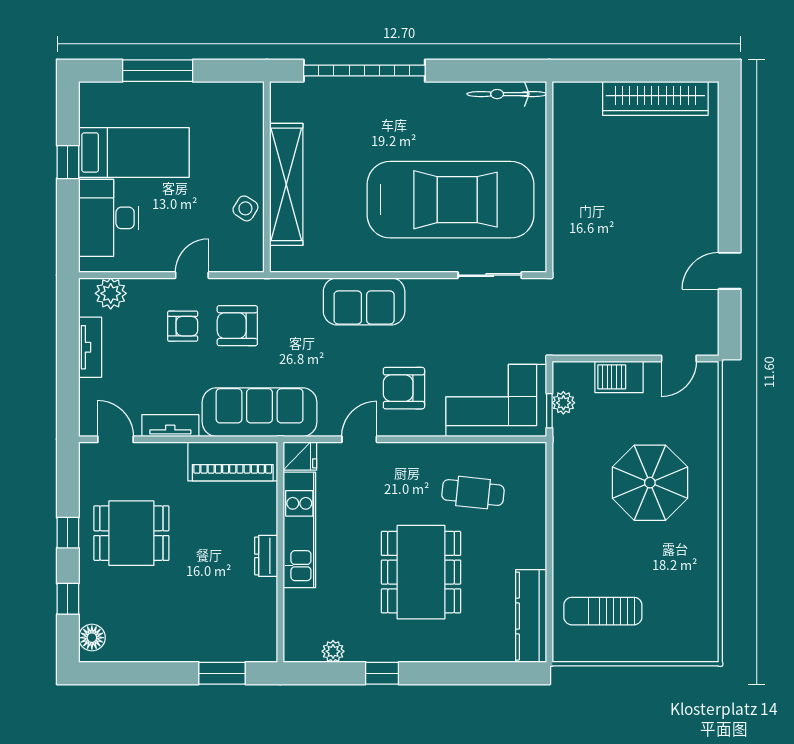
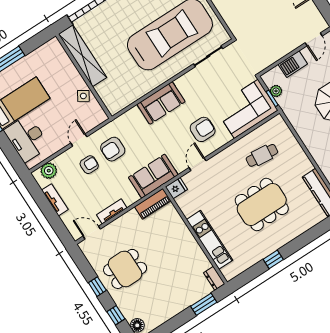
shelving: (286, 184) -> (83, 56), moved
armchair: (404, 388) -> (203, 129), turned 180
sofa: (260, 412) -> (153, 176), width x0.73
piano: (233, 461) -> (153, 204), width x0.73, depth x0.75
kitchen unit: (299, 530) -> (210, 240), moved
dresser: (266, 556) -> (214, 278), moved
dining table: (421, 572) -> (262, 204), turned 90
plant: (333, 651) -> (246, 264), removed

